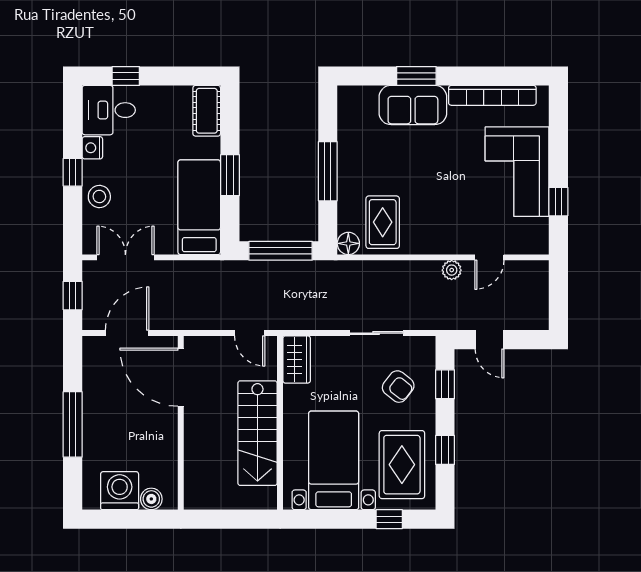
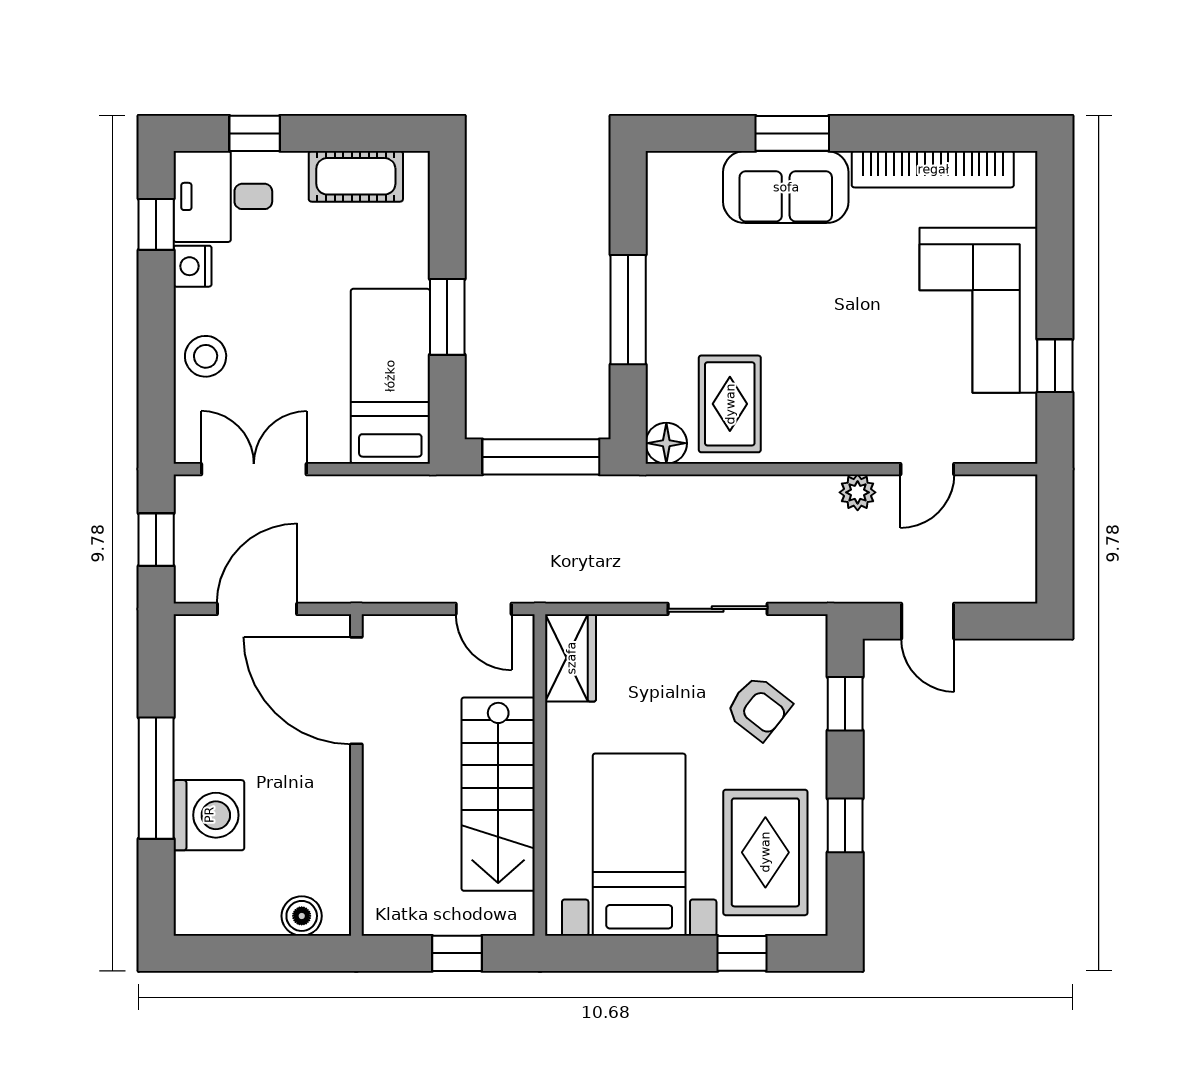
cot: (207, 111) -> (356, 176), moved, turned 90
window: (73, 172) -> (156, 224), moved
washing machine: (120, 491) -> (209, 815), moved, turned 90
window: (235, 519) -> (457, 953), added

